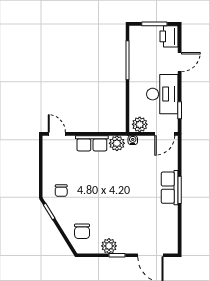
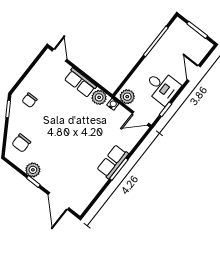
printer: (169, 36) -> (201, 48), removed
door: (180, 62) -> (194, 73), swing flipped
desk: (162, 94) -> (162, 87), width x0.73

